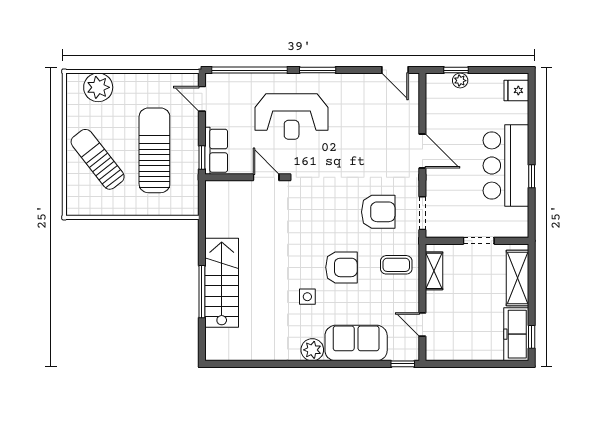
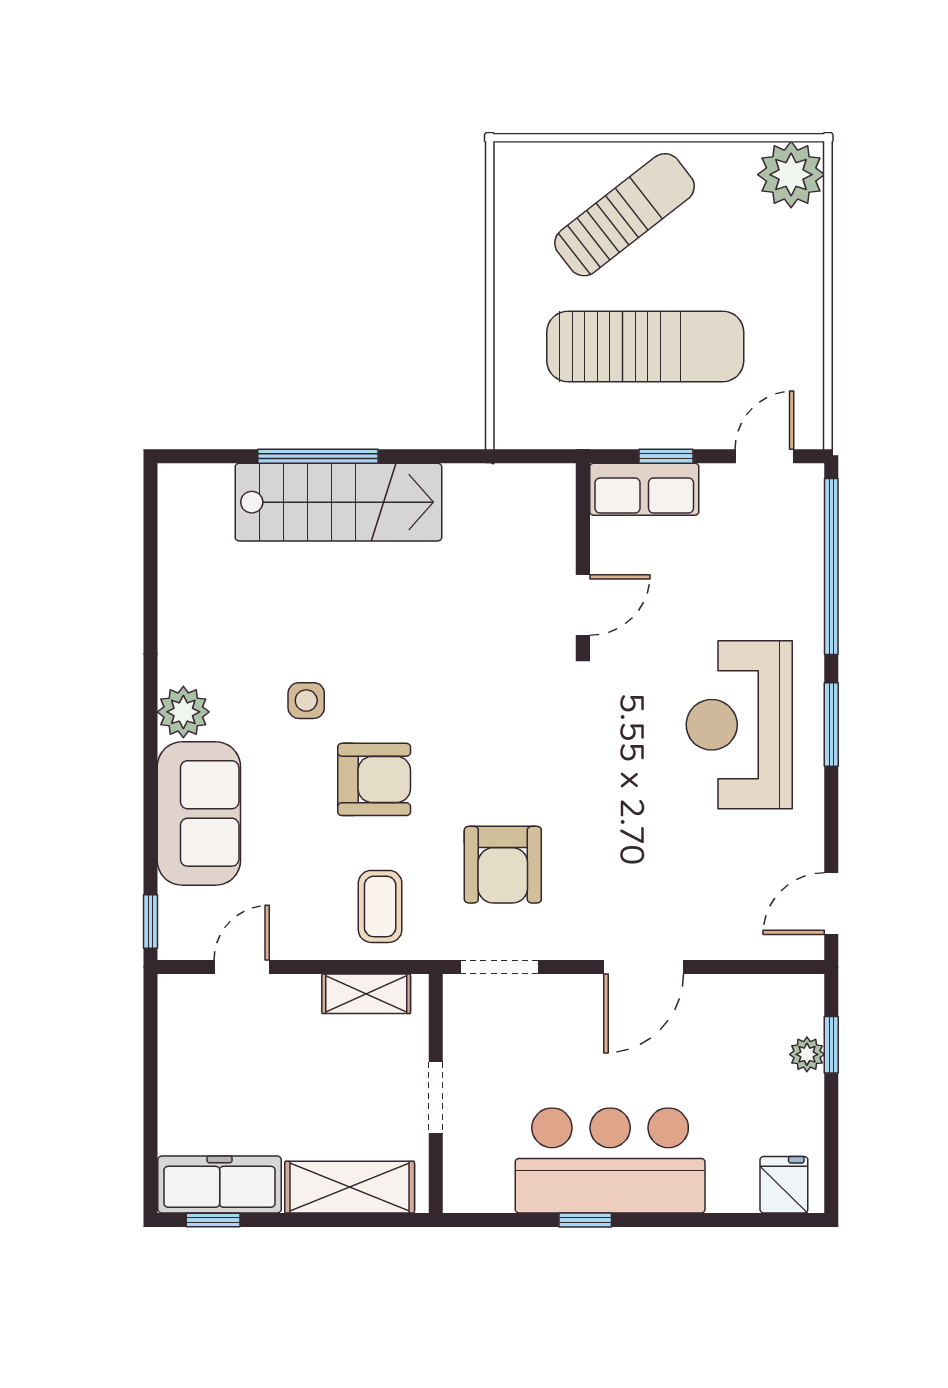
plant: (98, 87) -> (791, 175), moved
reception desk: (292, 117) -> (739, 725), moved
window: (202, 158) -> (666, 456), moved
armchair: (341, 267) -> (374, 779), turned -90

